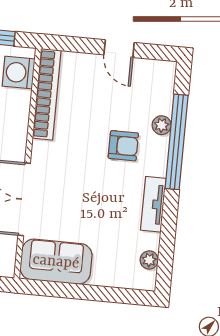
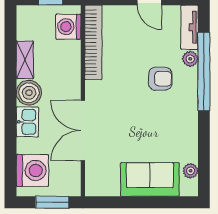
tv unit: (153, 204) -> (190, 27), moved
sofa: (56, 262) -> (150, 179), moved

